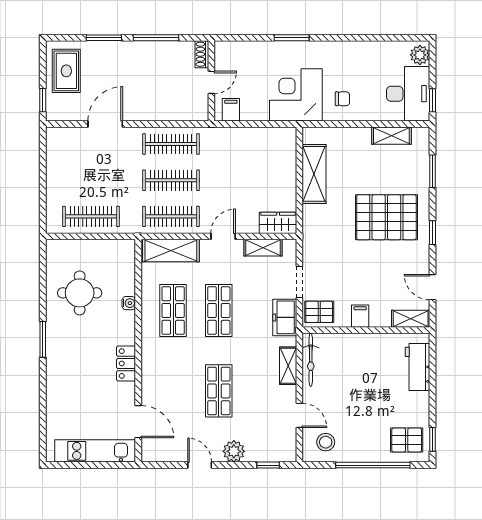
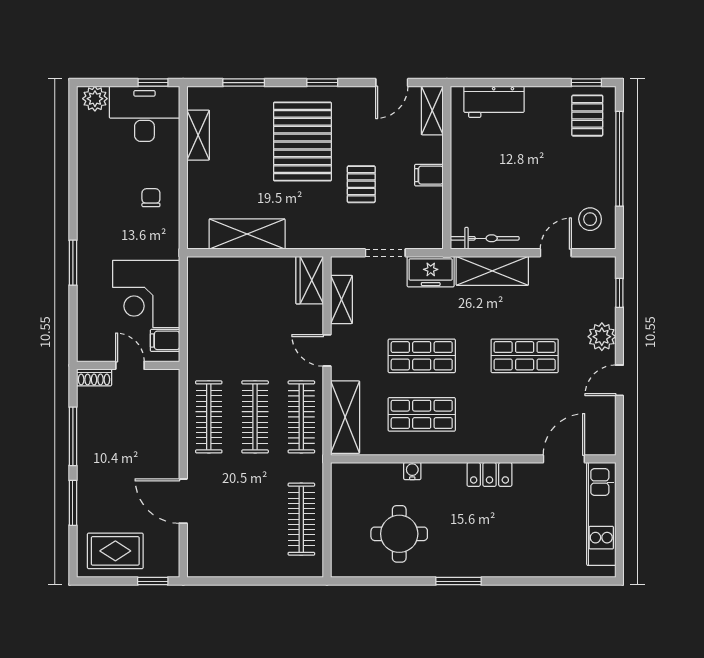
corner desk: (296, 95) -> (146, 294), moved
pallet: (319, 312) -> (361, 184), moved
shelving: (288, 366) -> (492, 271), width x1.50, depth x1.33

